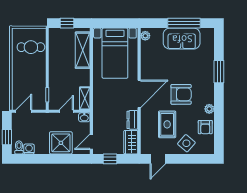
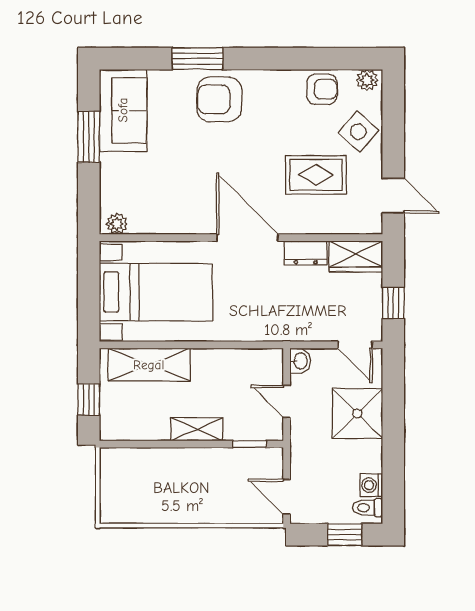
window: (184, 23) -> (89, 137), width x0.69
sofa: (182, 39) -> (123, 110), moved
cafe table: (31, 47) -> (142, 481), removed
armchair: (181, 94) -> (219, 99), moved, turned -90
shelving: (85, 98) -> (197, 429), moved
plant: (209, 109) -> (367, 80), moved

